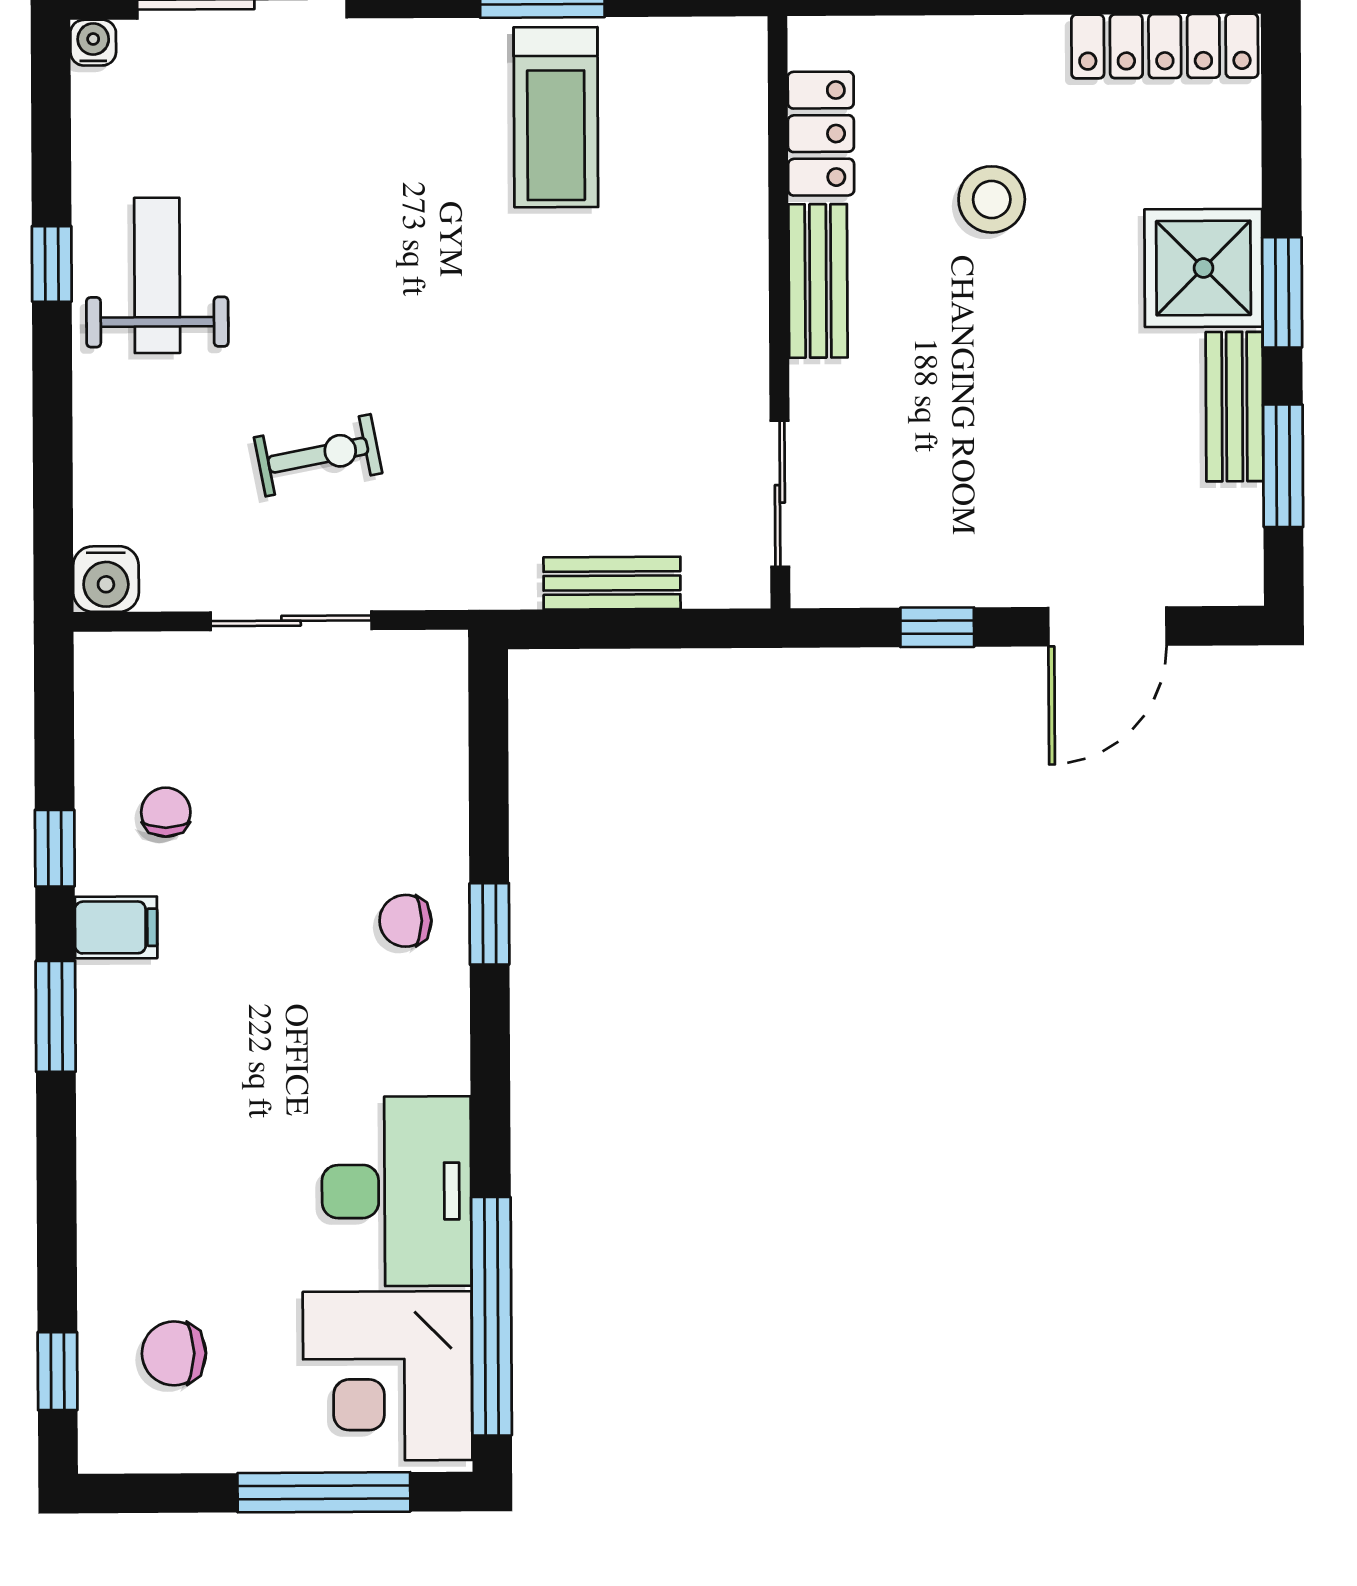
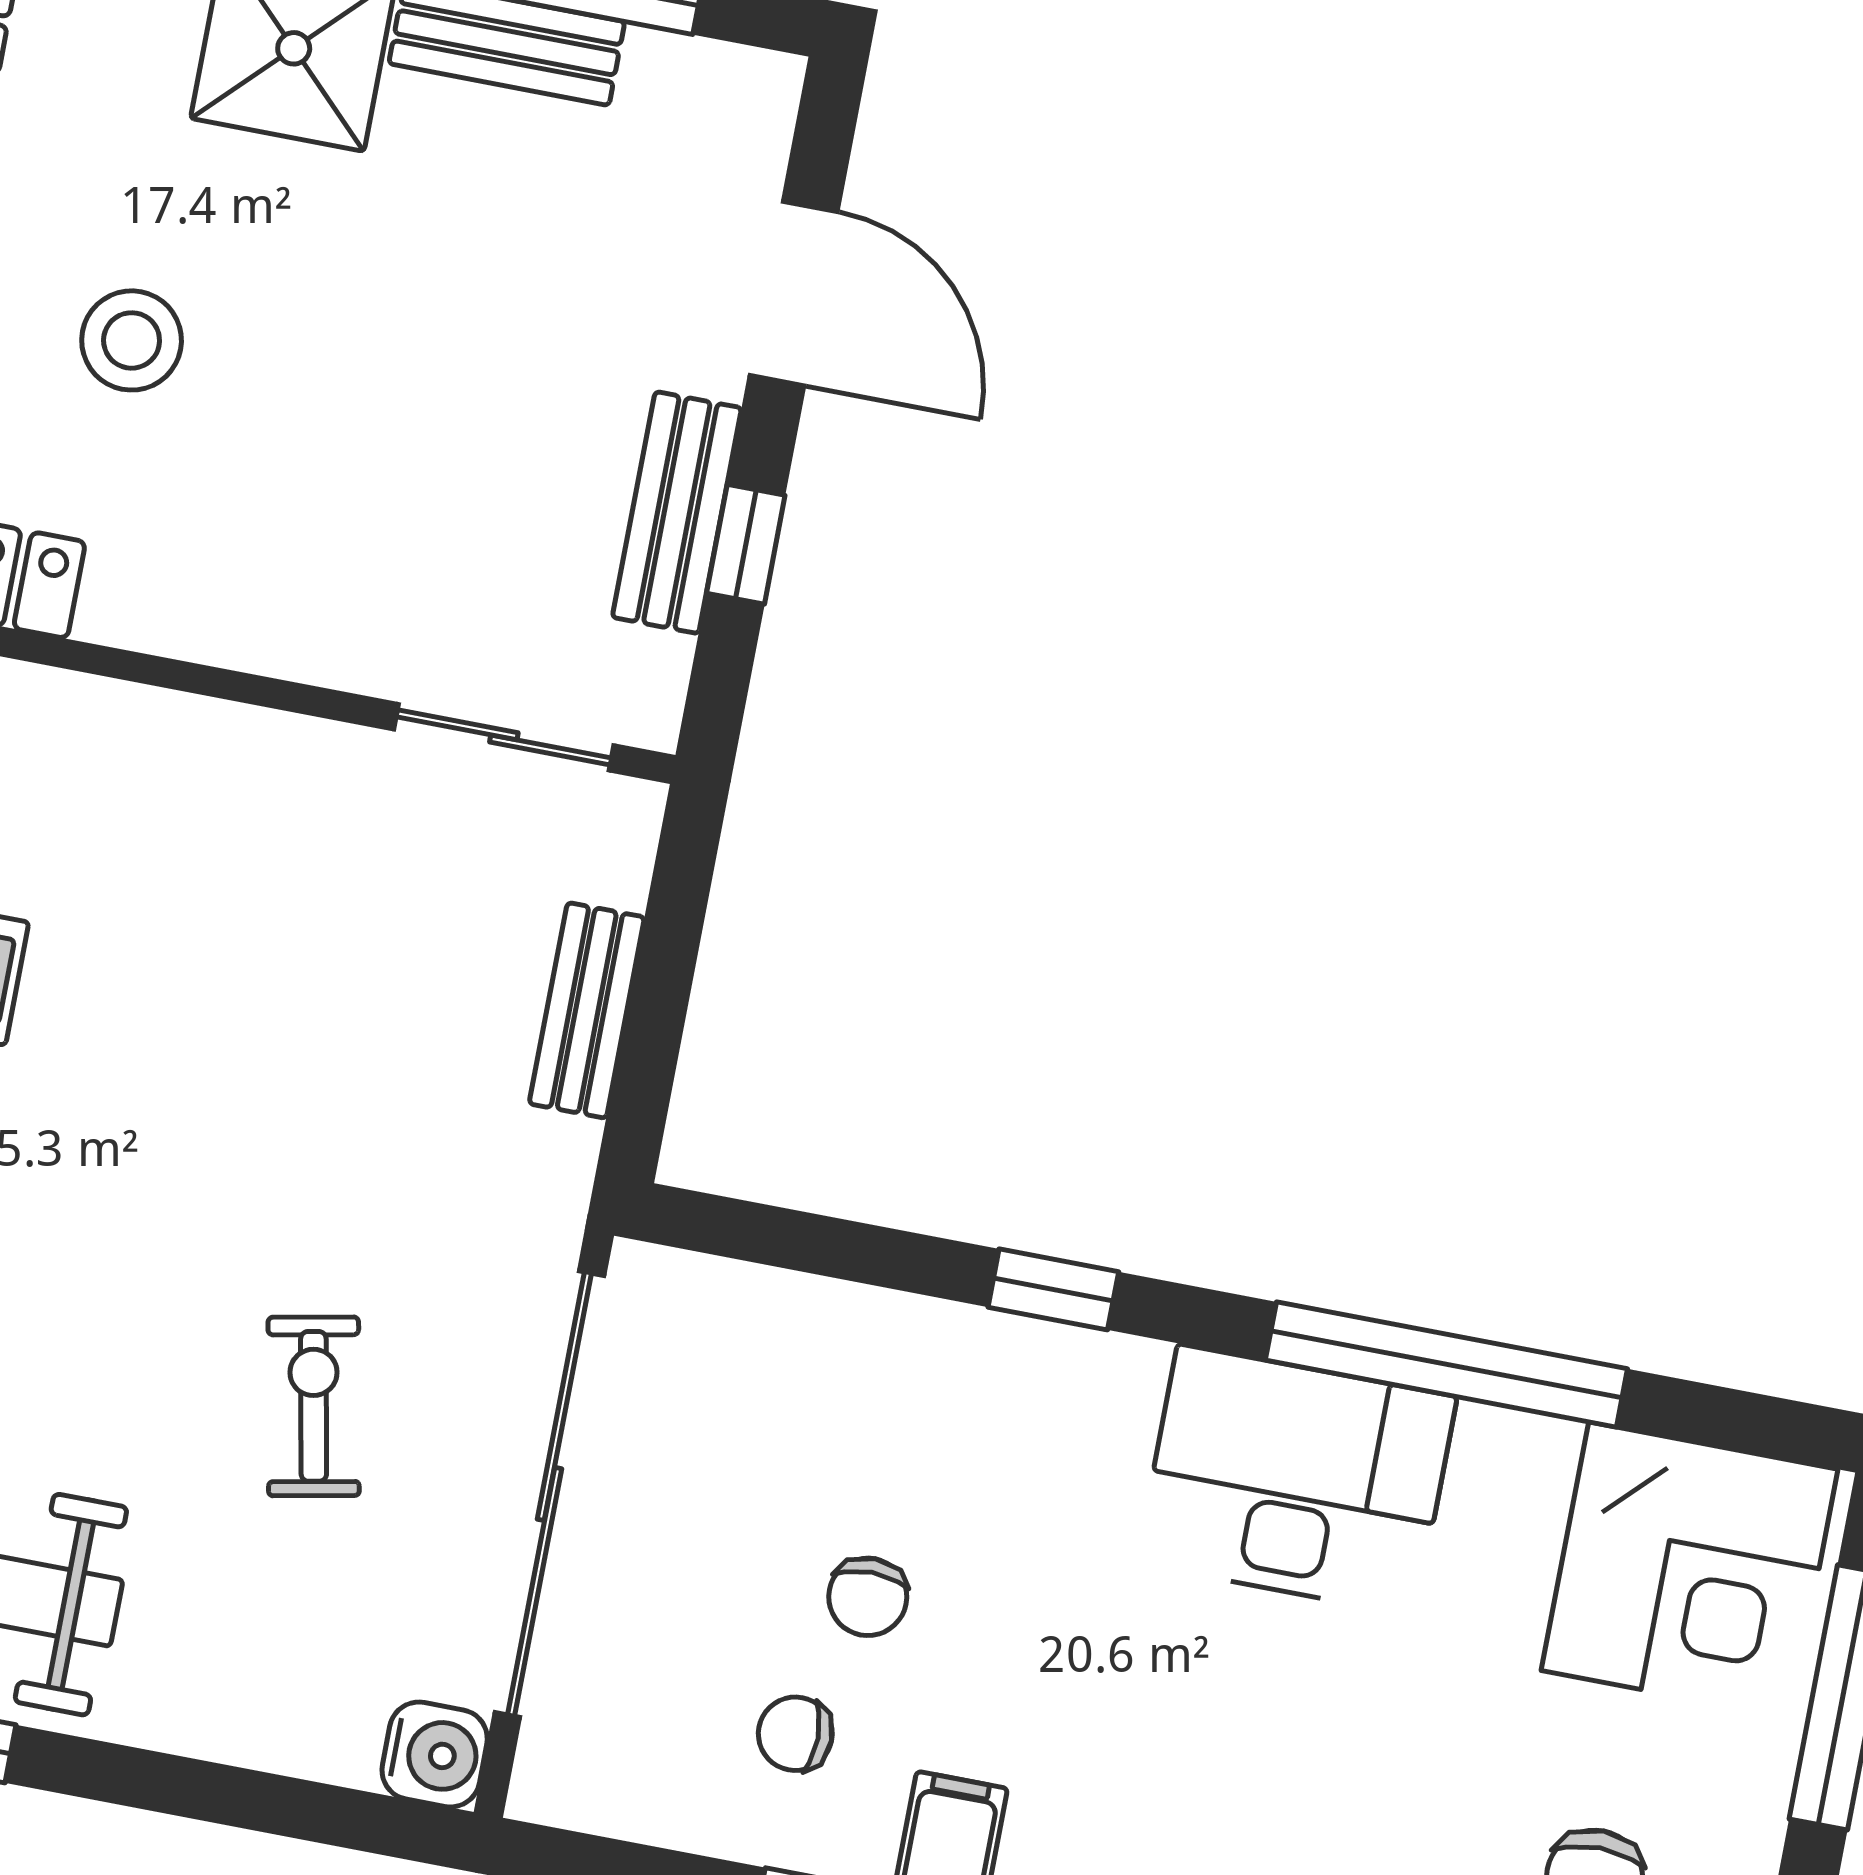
bench: (818, 281) -> (677, 513), moved, turned 90
sliding door: (291, 621) -> (550, 1494), width x1.86
chair: (405, 921) -> (868, 1597), moved
desk: (397, 1191) -> (1297, 1480), moved
window: (491, 1316) -> (1446, 1364), moved

